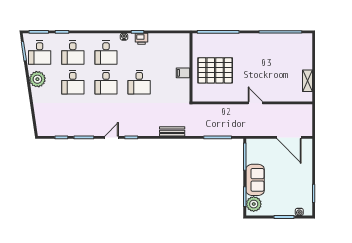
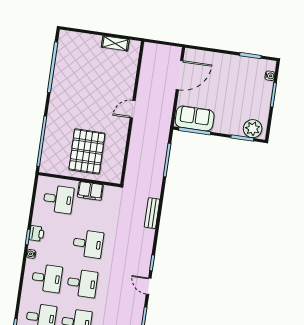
desk: (172, 53) -> (58, 199), added
filing cabinet: (183, 73) -> (90, 191), width x2.00
sofa: (255, 180) -> (195, 118), moved

